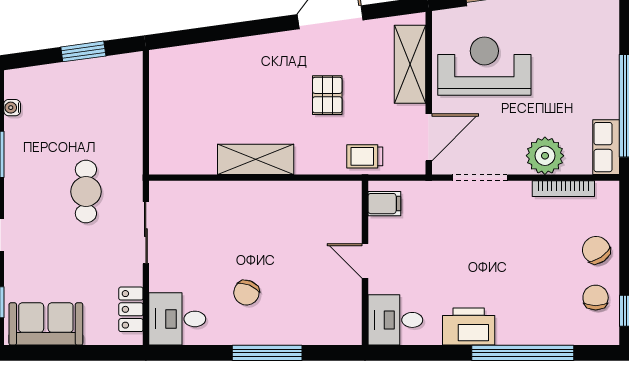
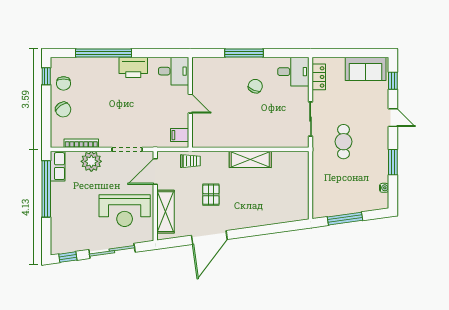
window: (83, 51) -> (345, 219), width x1.44

